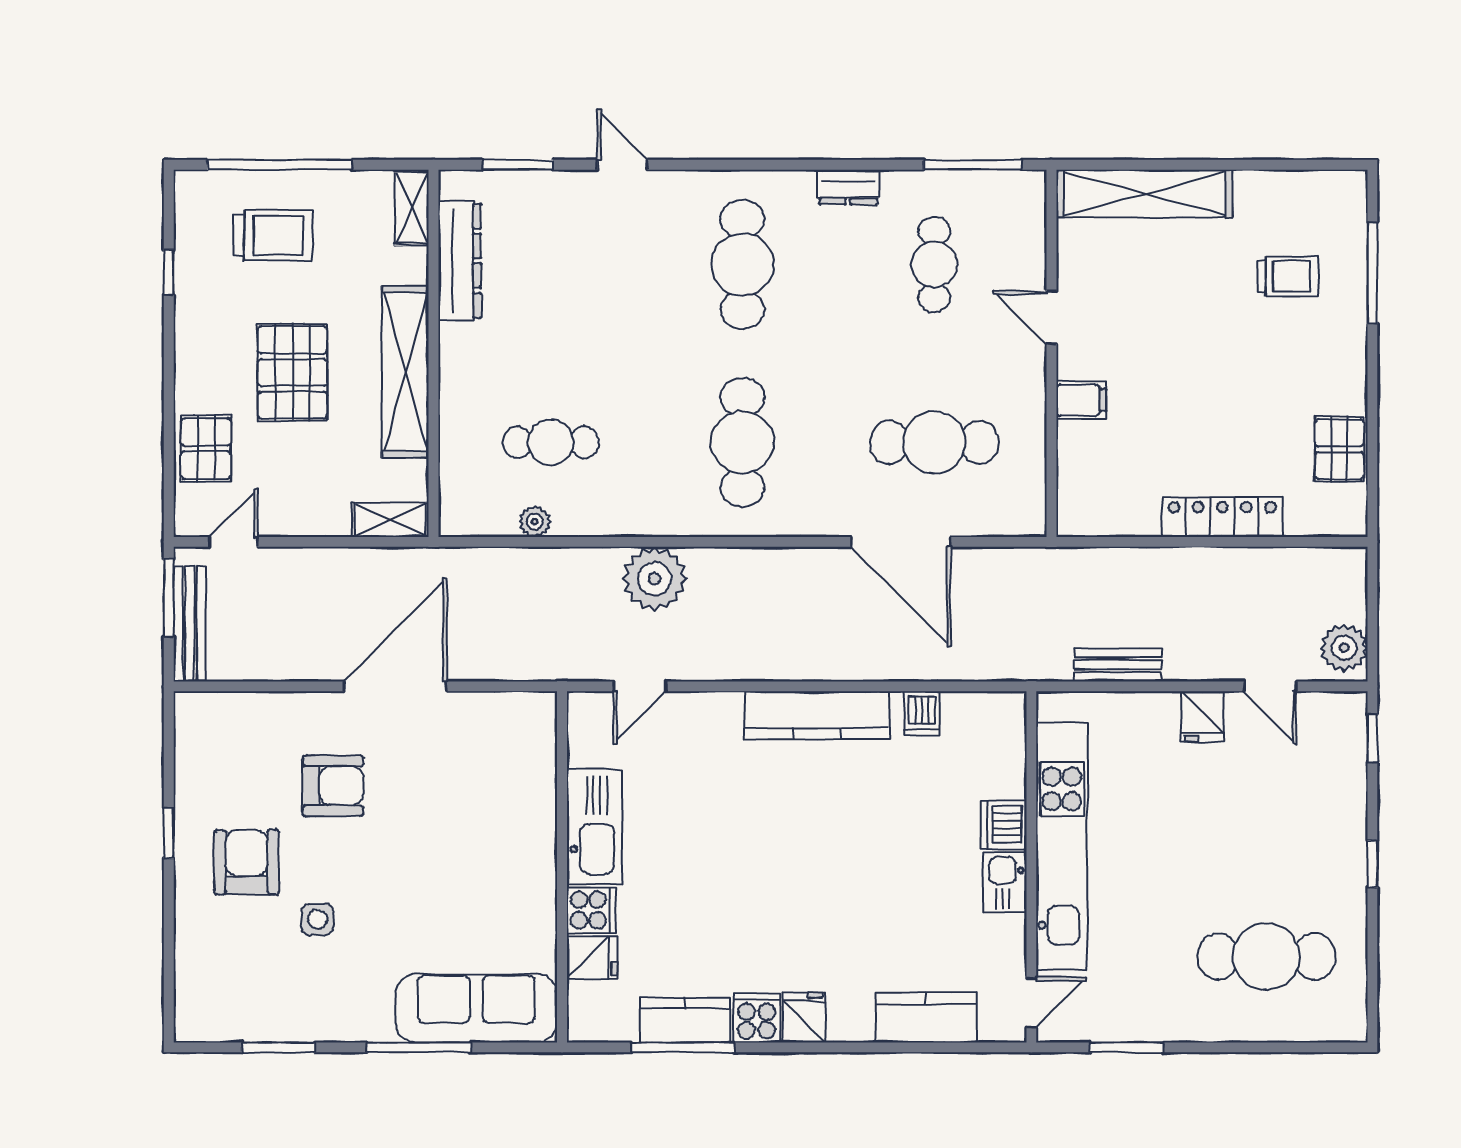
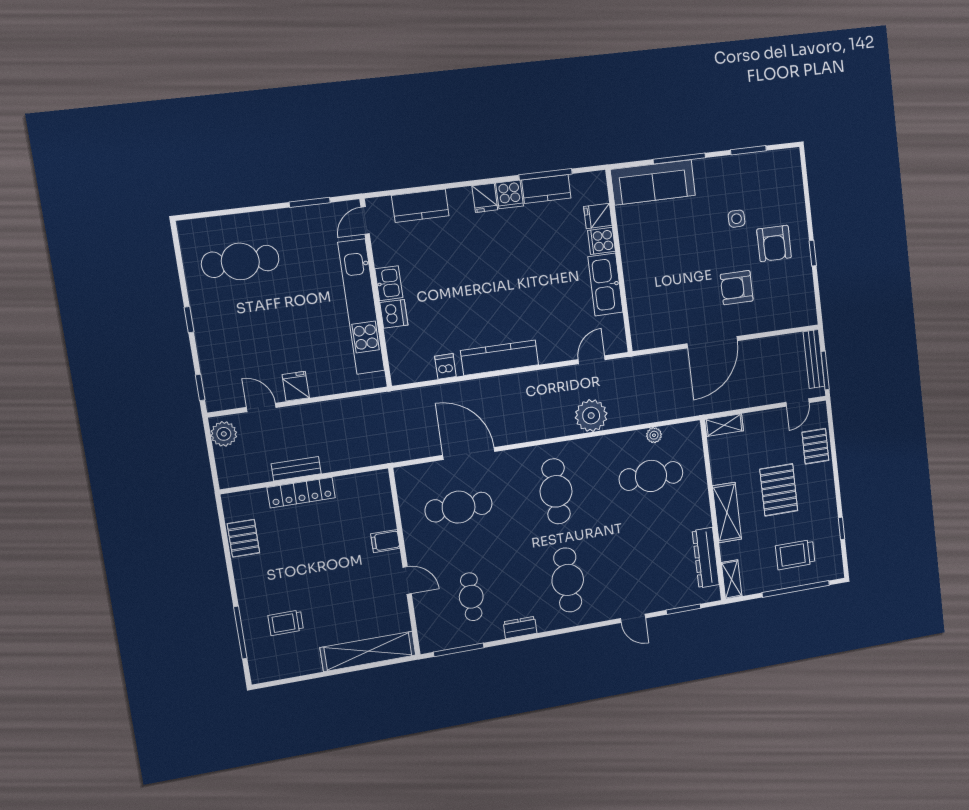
shelving: (405, 372) -> (727, 513), width x0.68
cafe table: (551, 442) -> (651, 476), width x1.37, depth x1.35
bench: (1118, 665) -> (296, 469), moved

